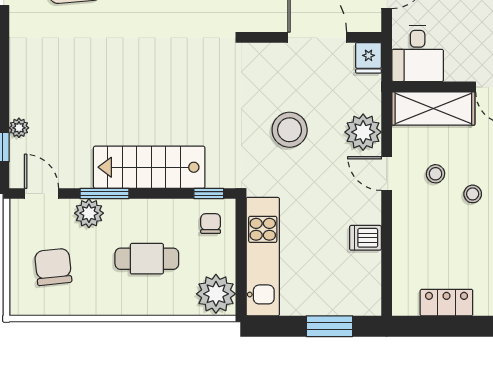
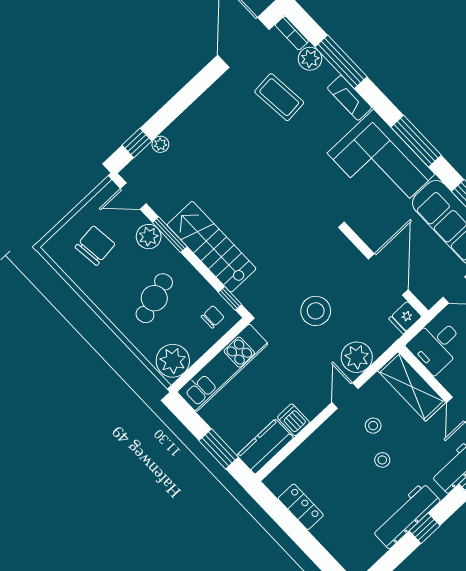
door: (42, 193) -> (133, 196), swing flipped
cafe table: (147, 259) -> (154, 298), turned 73
kitchen counter: (366, 284) -> (265, 447), added

